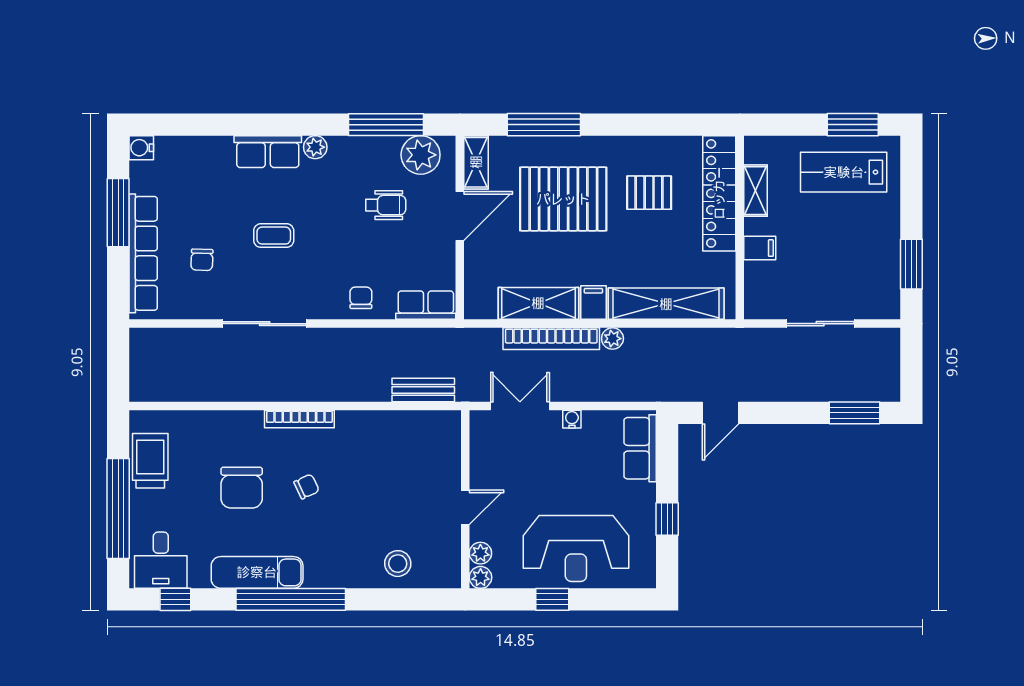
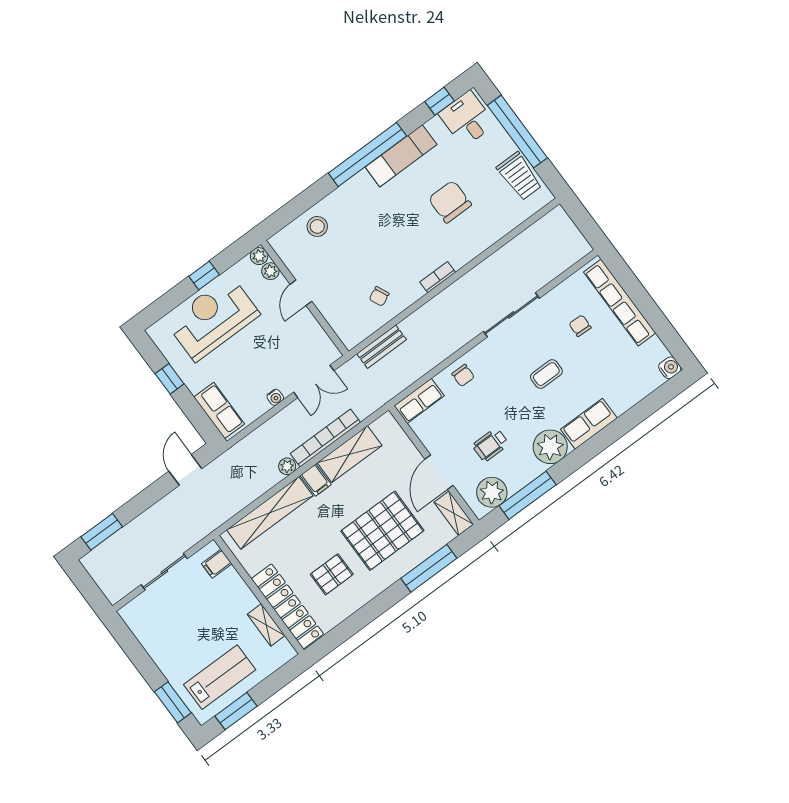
plant: (315, 147) -> (550, 447), width x1.88, depth x1.88
window: (118, 213) -> (654, 316), removed
filing cabinet: (760, 248) -> (217, 564), moved
window: (911, 264) -> (173, 702), moved
bookcase: (299, 419) -> (438, 277), width x0.64
chair: (307, 486) -> (379, 296), moved

